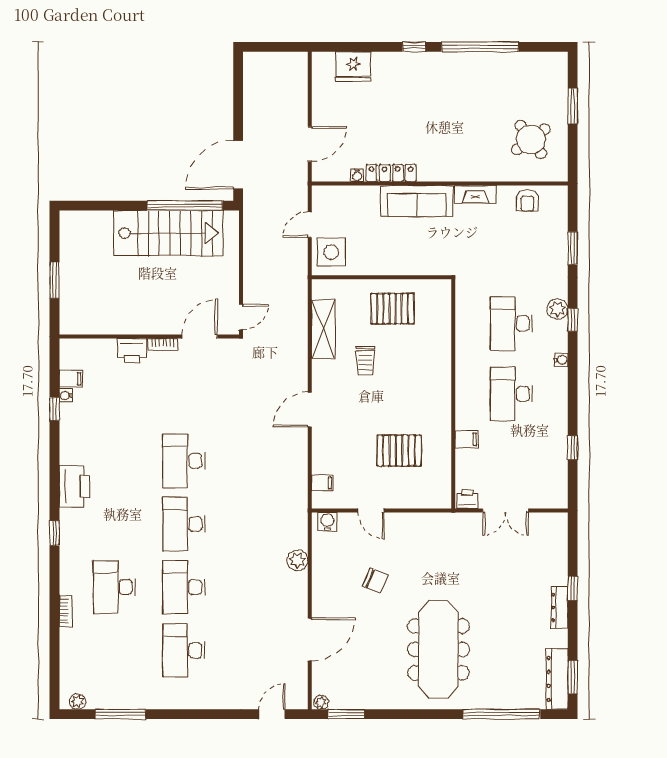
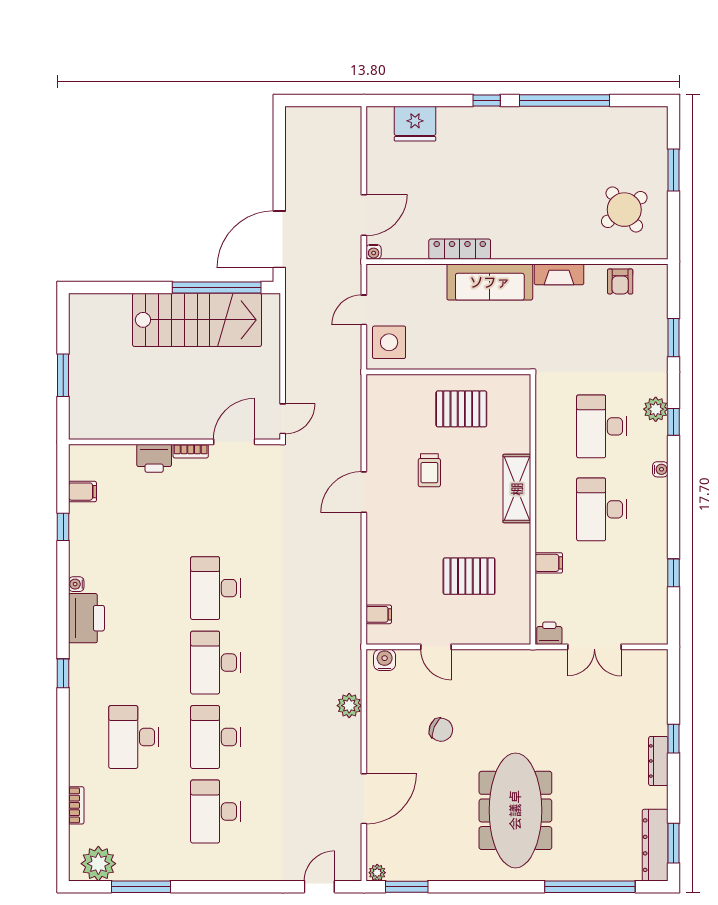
water cooler: (357, 175) -> (374, 252), moved
shelving: (323, 329) -> (517, 489), moved
water cooler: (66, 395) -> (76, 584), moved
door: (310, 410) -> (364, 492), moved
bookcase: (66, 611) -> (76, 805), moved
plant: (78, 701) -> (98, 864), width x1.87, depth x1.87

